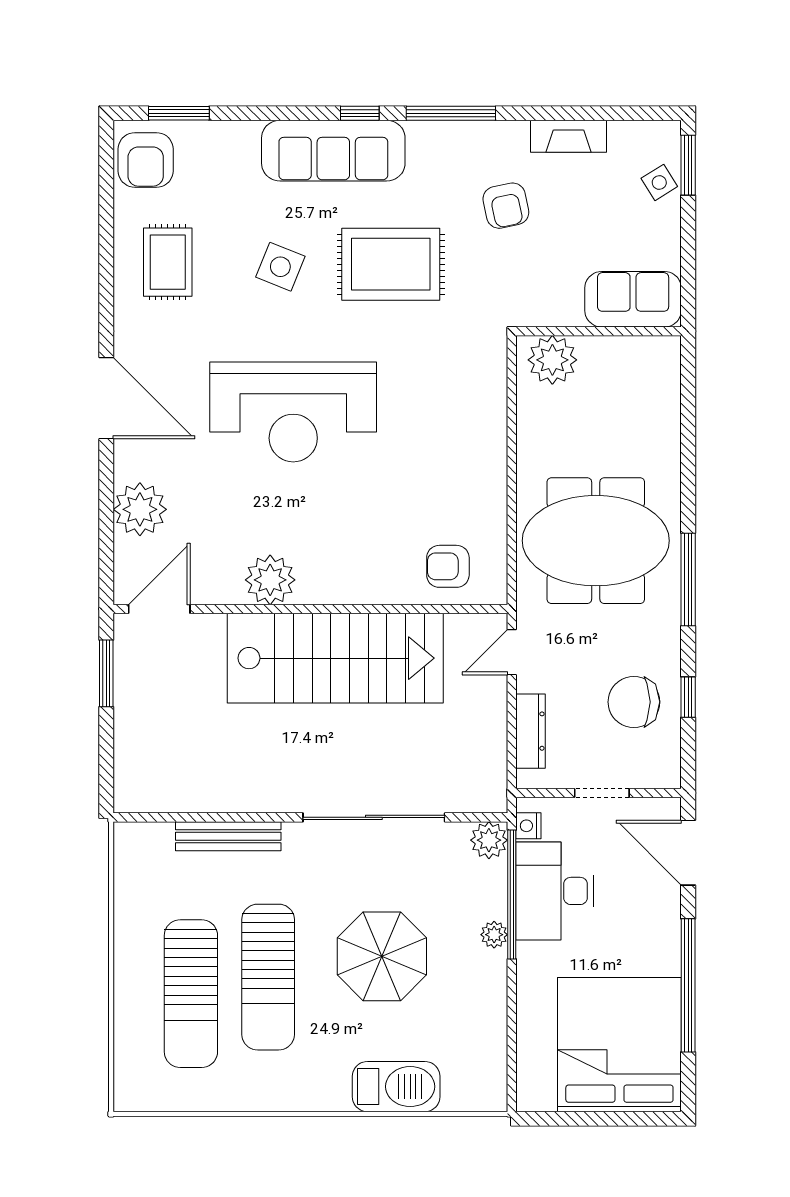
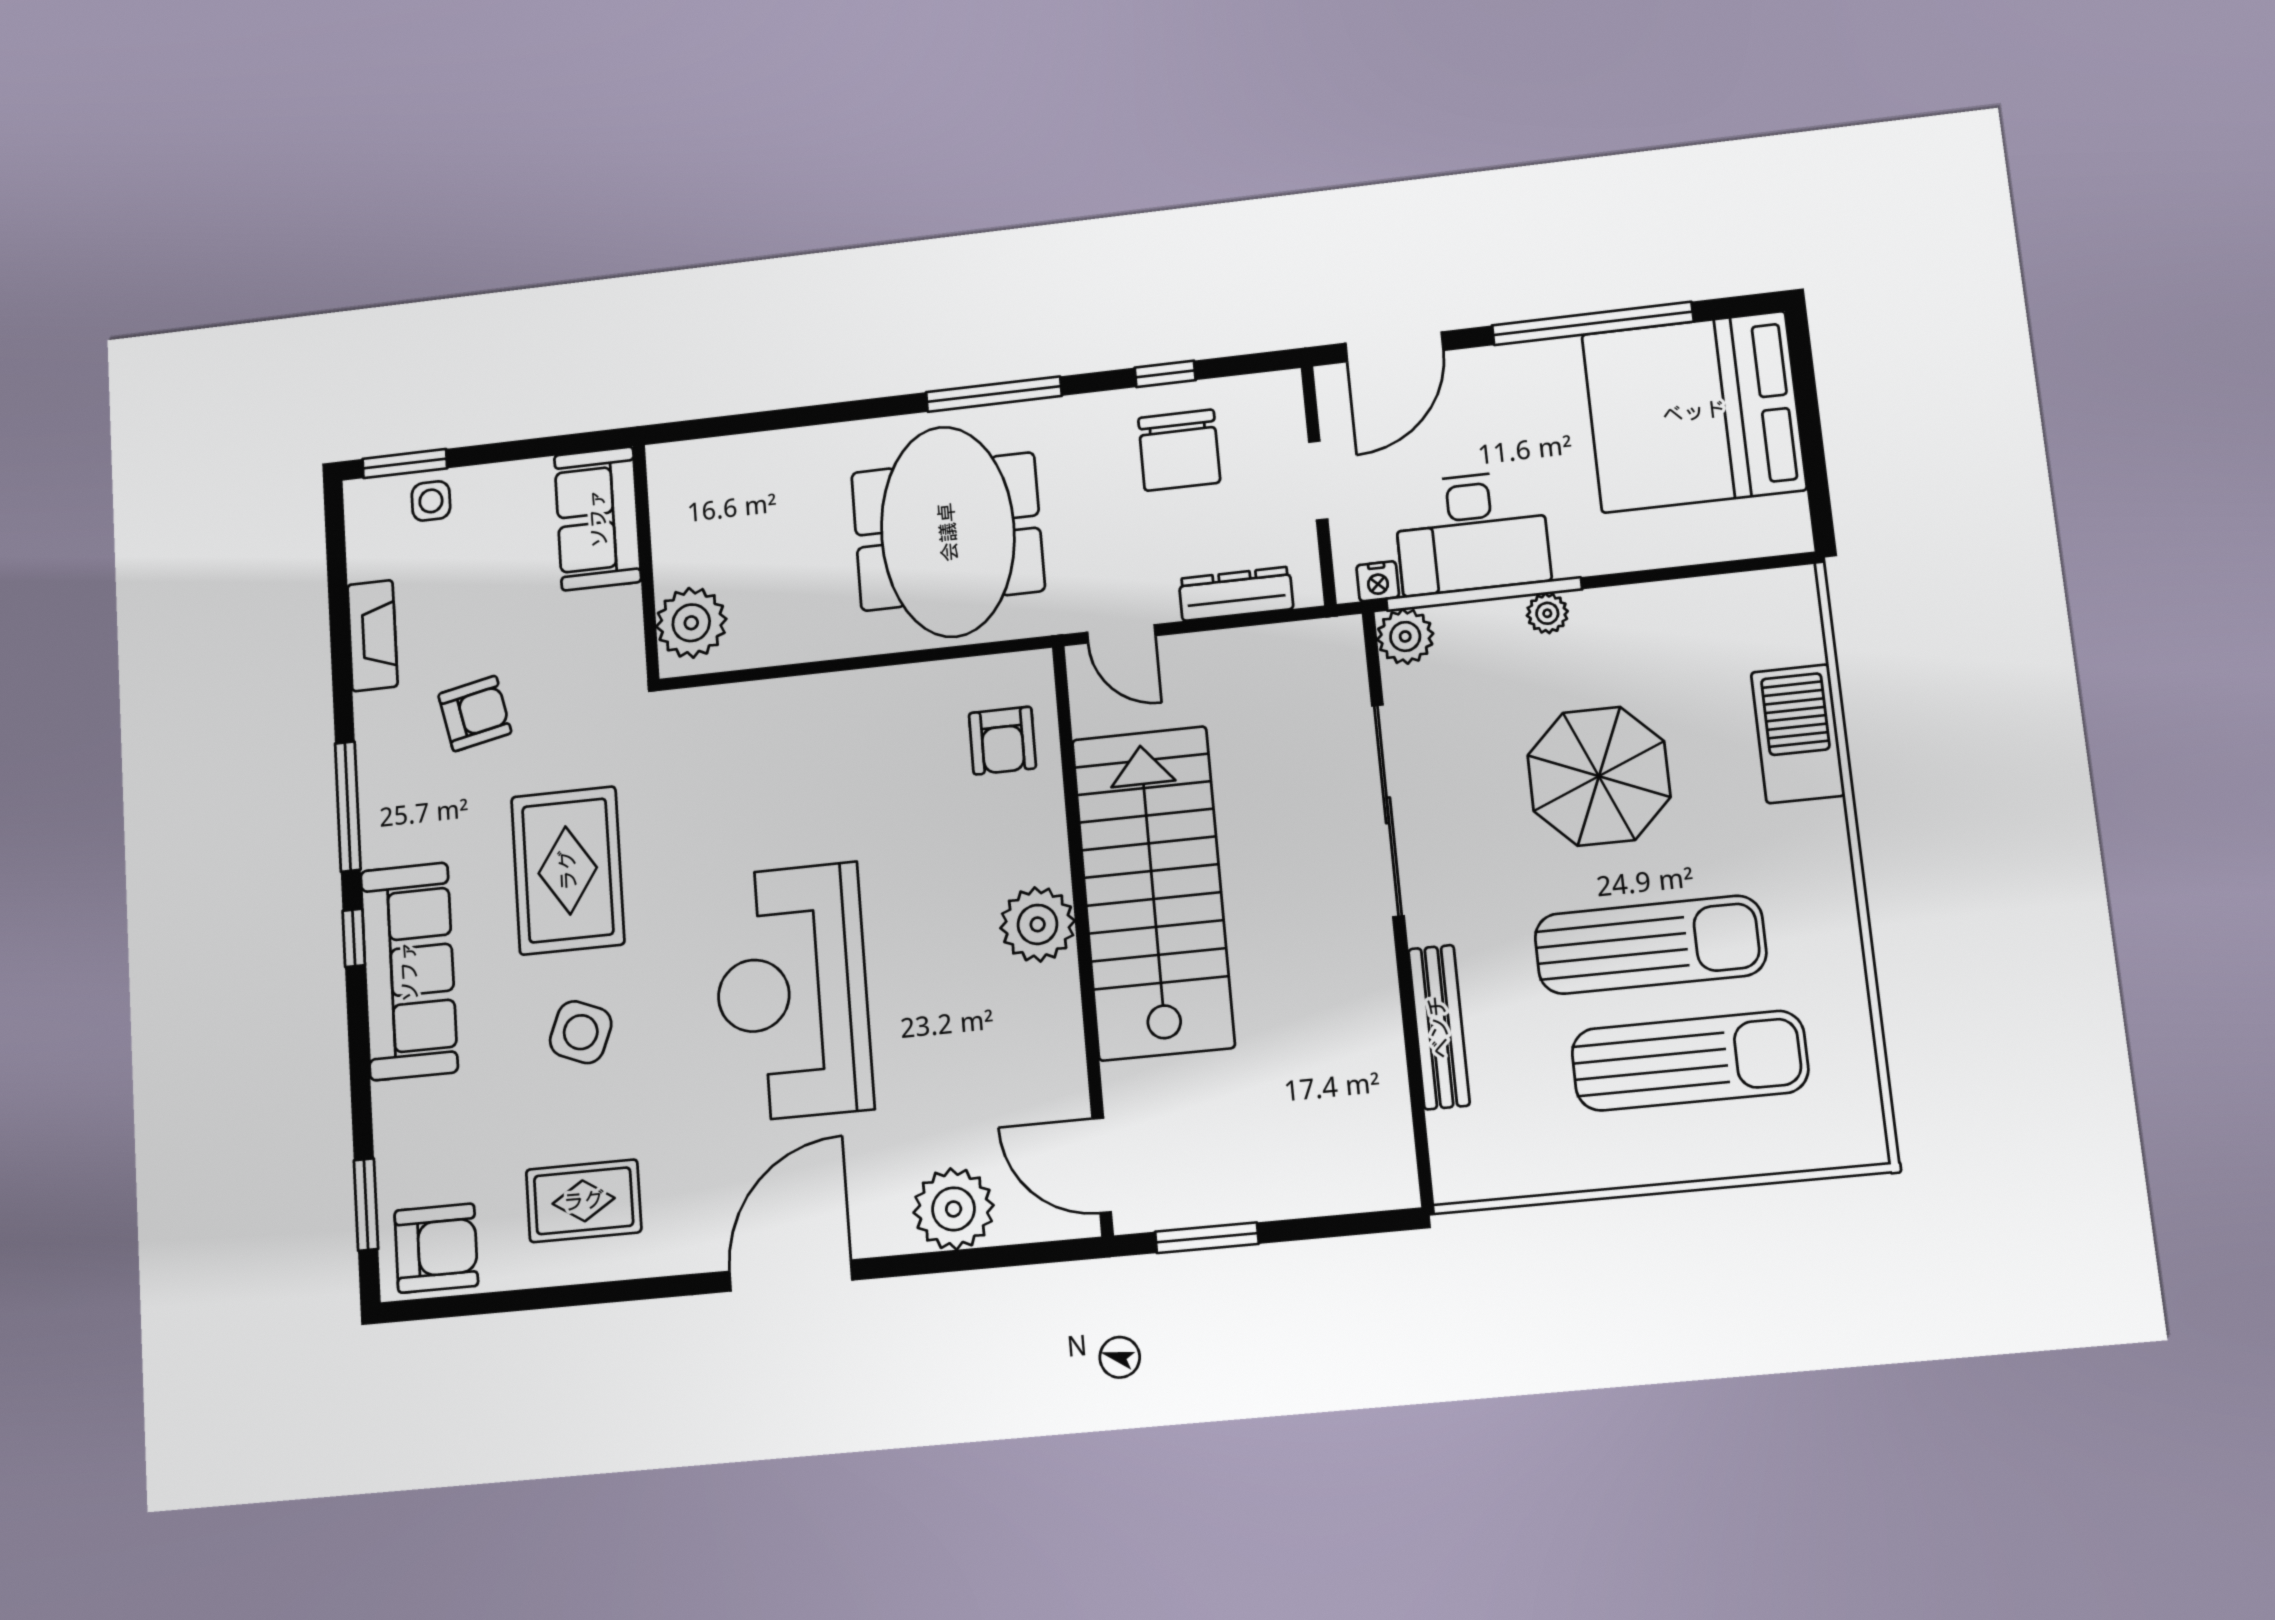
side table: (659, 182) -> (431, 501), turned 32
reception desk: (293, 412) -> (792, 992), turned 180
plant: (270, 580) -> (1038, 924), moved

